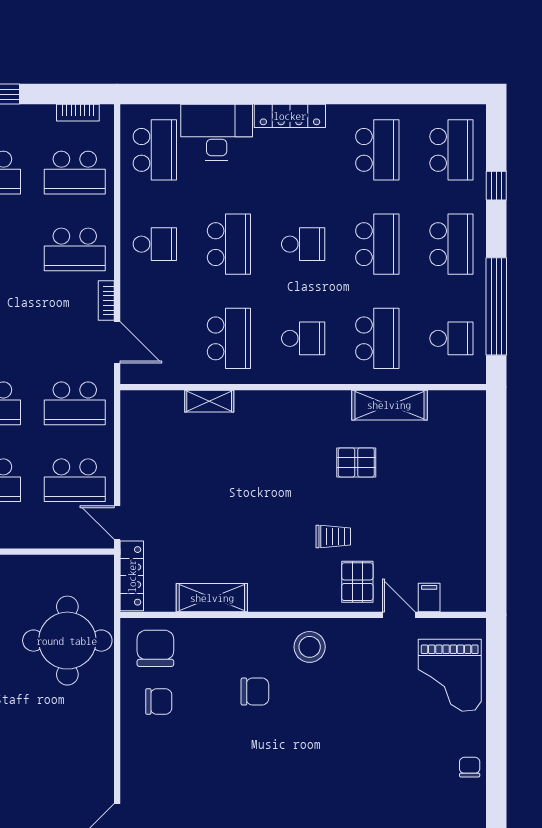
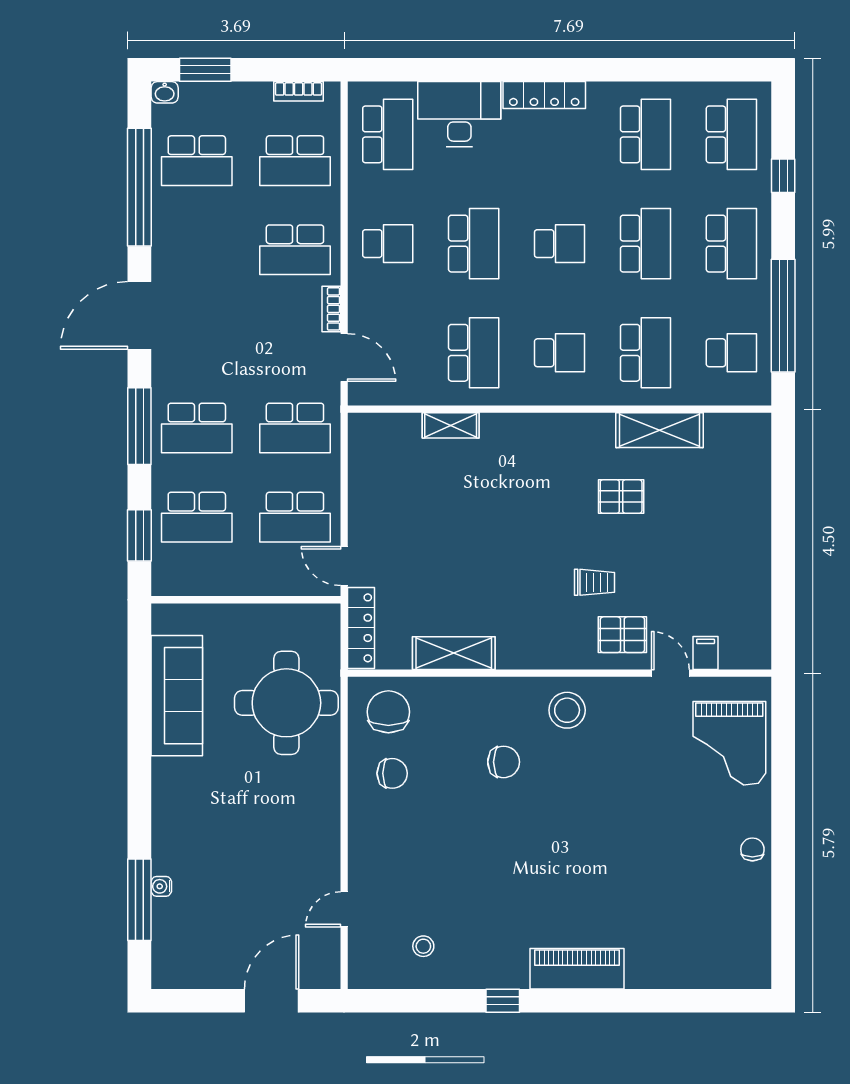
pallet: (357, 582) -> (622, 635), turned 90

